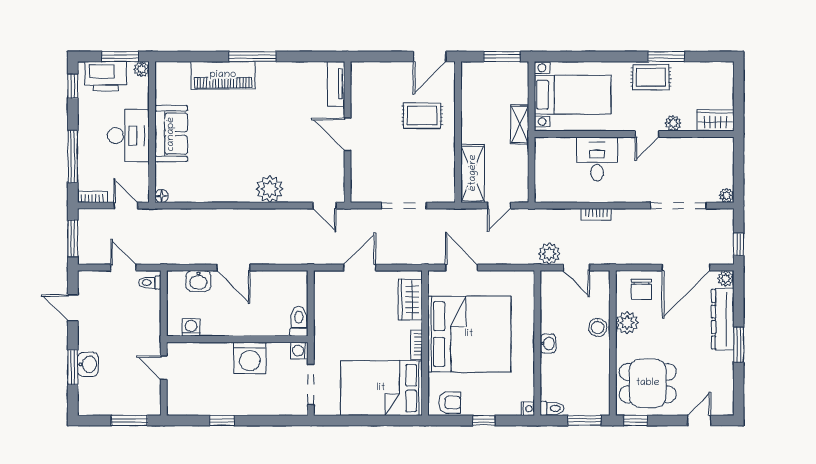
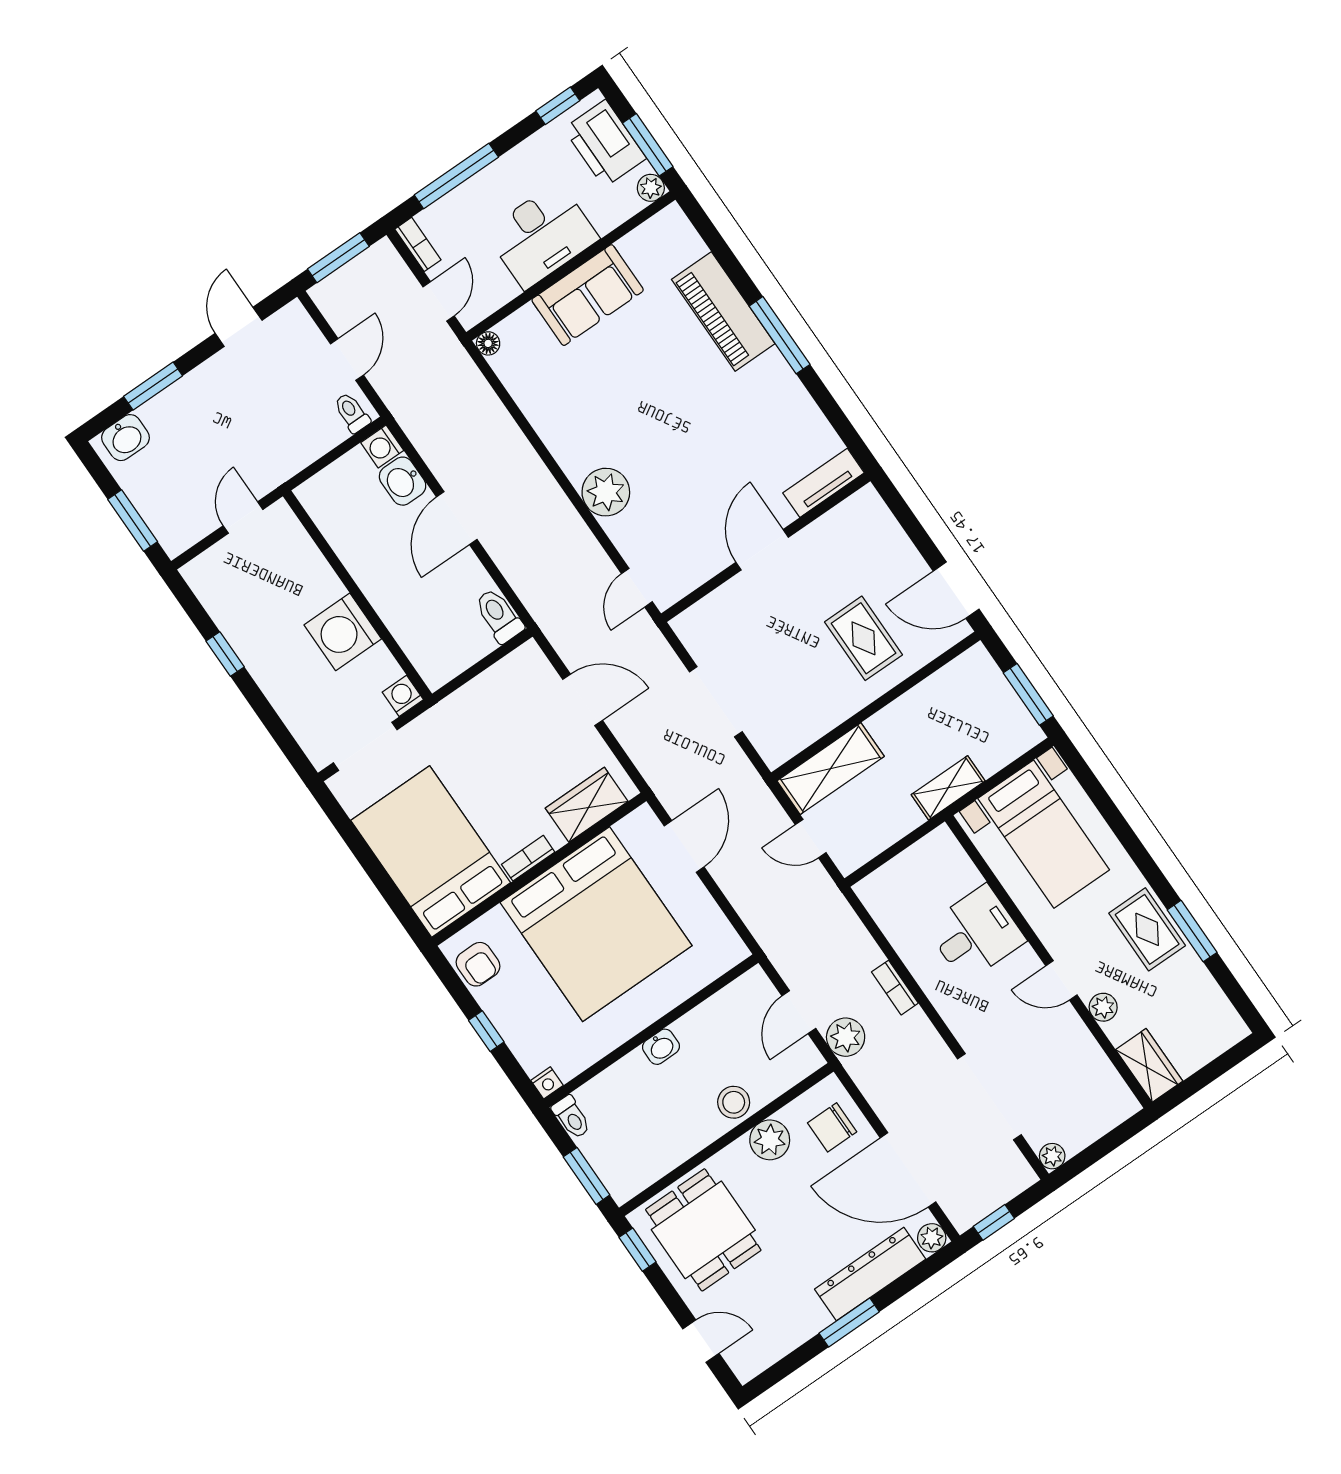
plant: (549, 254) -> (846, 1037), moved
toilet: (299, 321) -> (499, 616), moved, turned -90
washing machine: (191, 327) -> (382, 447), moved, turned 180
washbasin: (88, 364) -> (126, 438), moved

